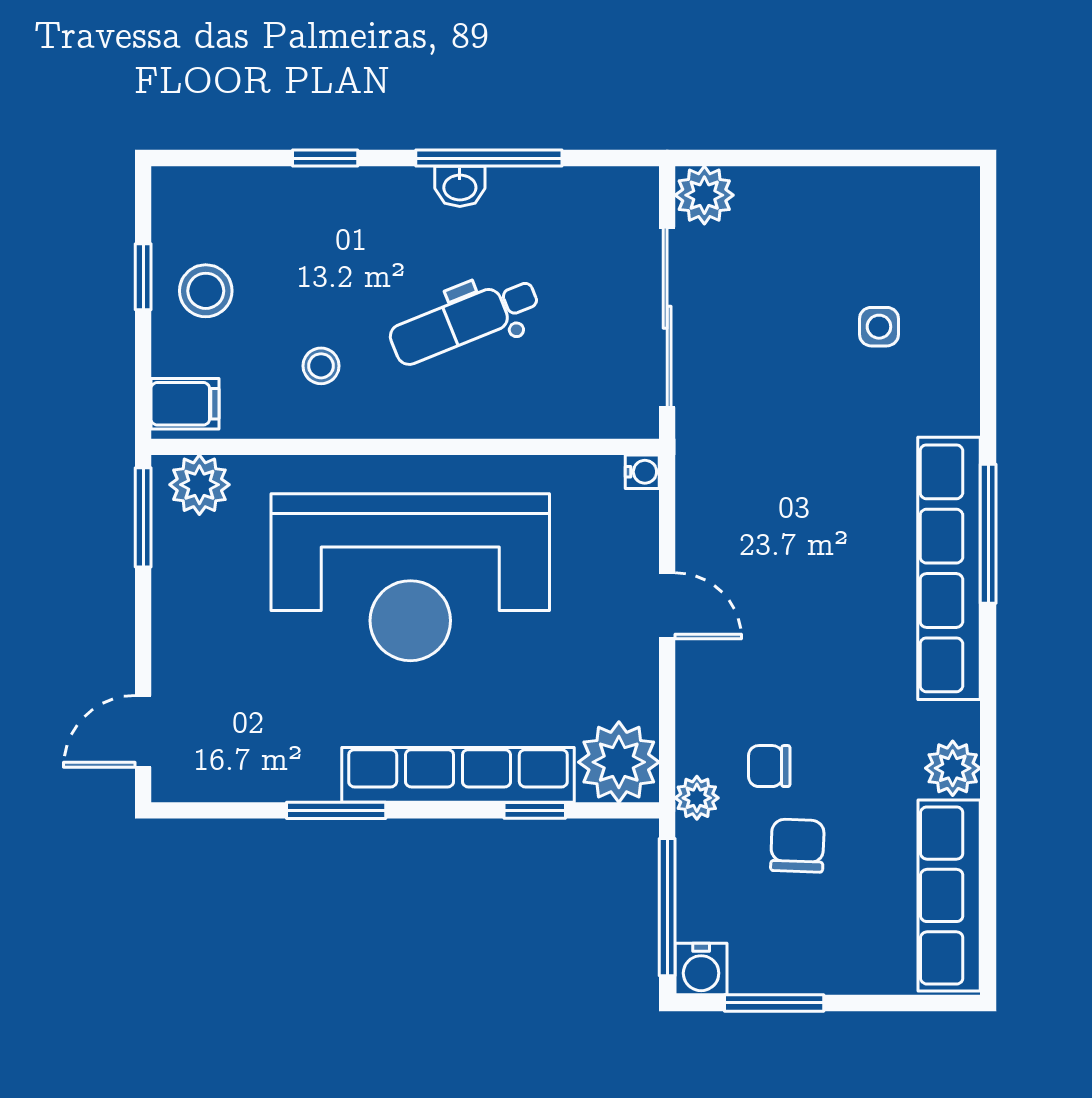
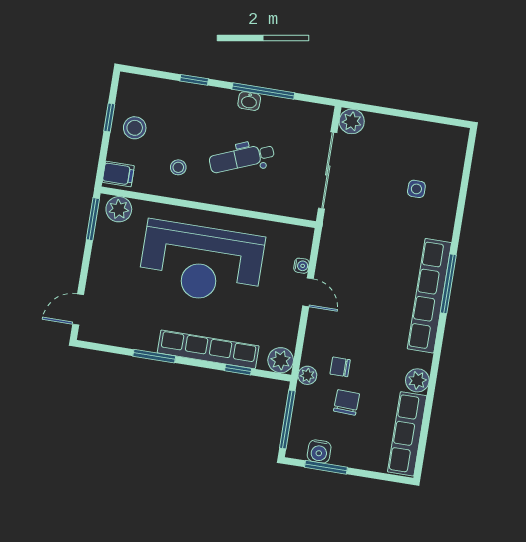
water cooler: (642, 472) -> (301, 266), moved
plant: (619, 762) -> (281, 360), width x0.73, depth x0.73
water cooler: (701, 969) -> (319, 451), moved

